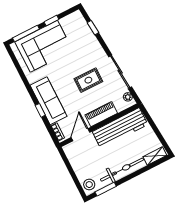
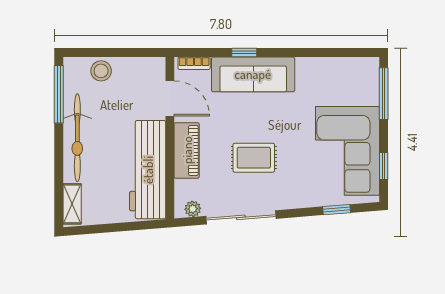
window: (51, 21) -> (384, 166), moved
corner sofa: (44, 46) -> (348, 151), moved
rug: (88, 80) -> (254, 158), turned 90
stool: (89, 185) -> (101, 71), moved
window: (106, 189) -> (59, 94), width x1.44

